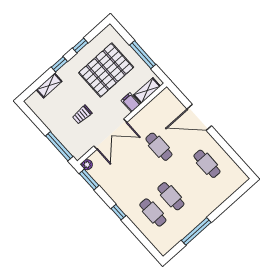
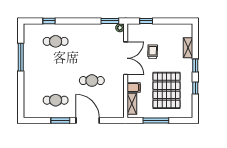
door: (199, 117) -> (88, 121), hinge flipped
double door: (110, 134) -> (126, 58), swing flipped
window: (222, 142) -> (60, 121), added
window: (59, 146) -> (146, 21), width x0.46
cafe table: (171, 196) -> (56, 61), removed
window: (118, 212) -> (49, 21), moved

